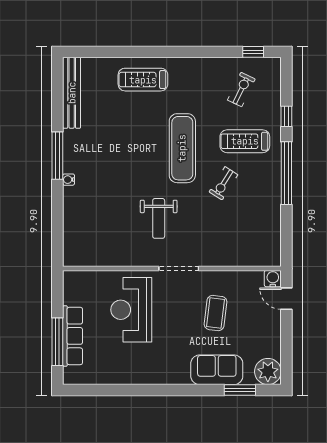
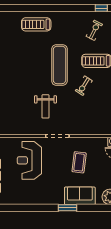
window: (240, 390) -> (67, 208), moved

